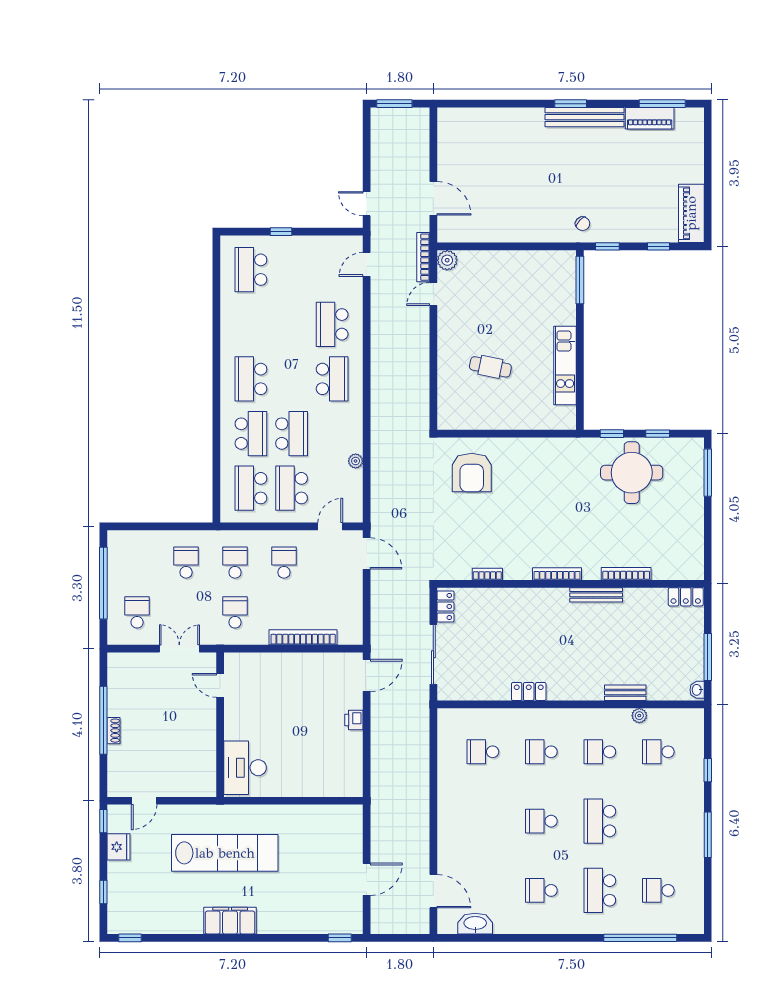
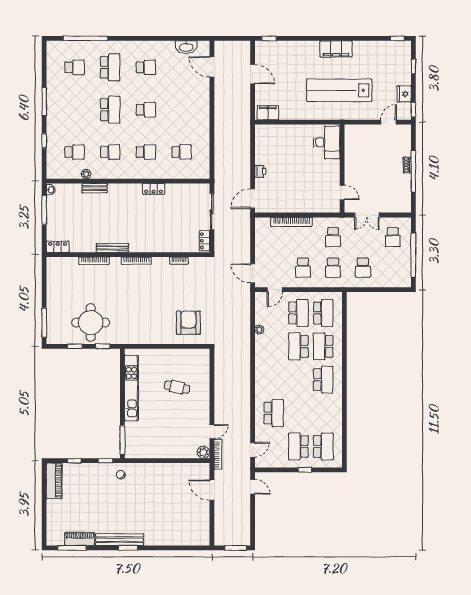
kitchen unit: (565, 365) -> (131, 388), width x1.36
school desk: (332, 379) -> (298, 446), moved
filing cabinet: (341, 816) -> (268, 113), added
door: (367, 879) -> (253, 74), swing flipped

